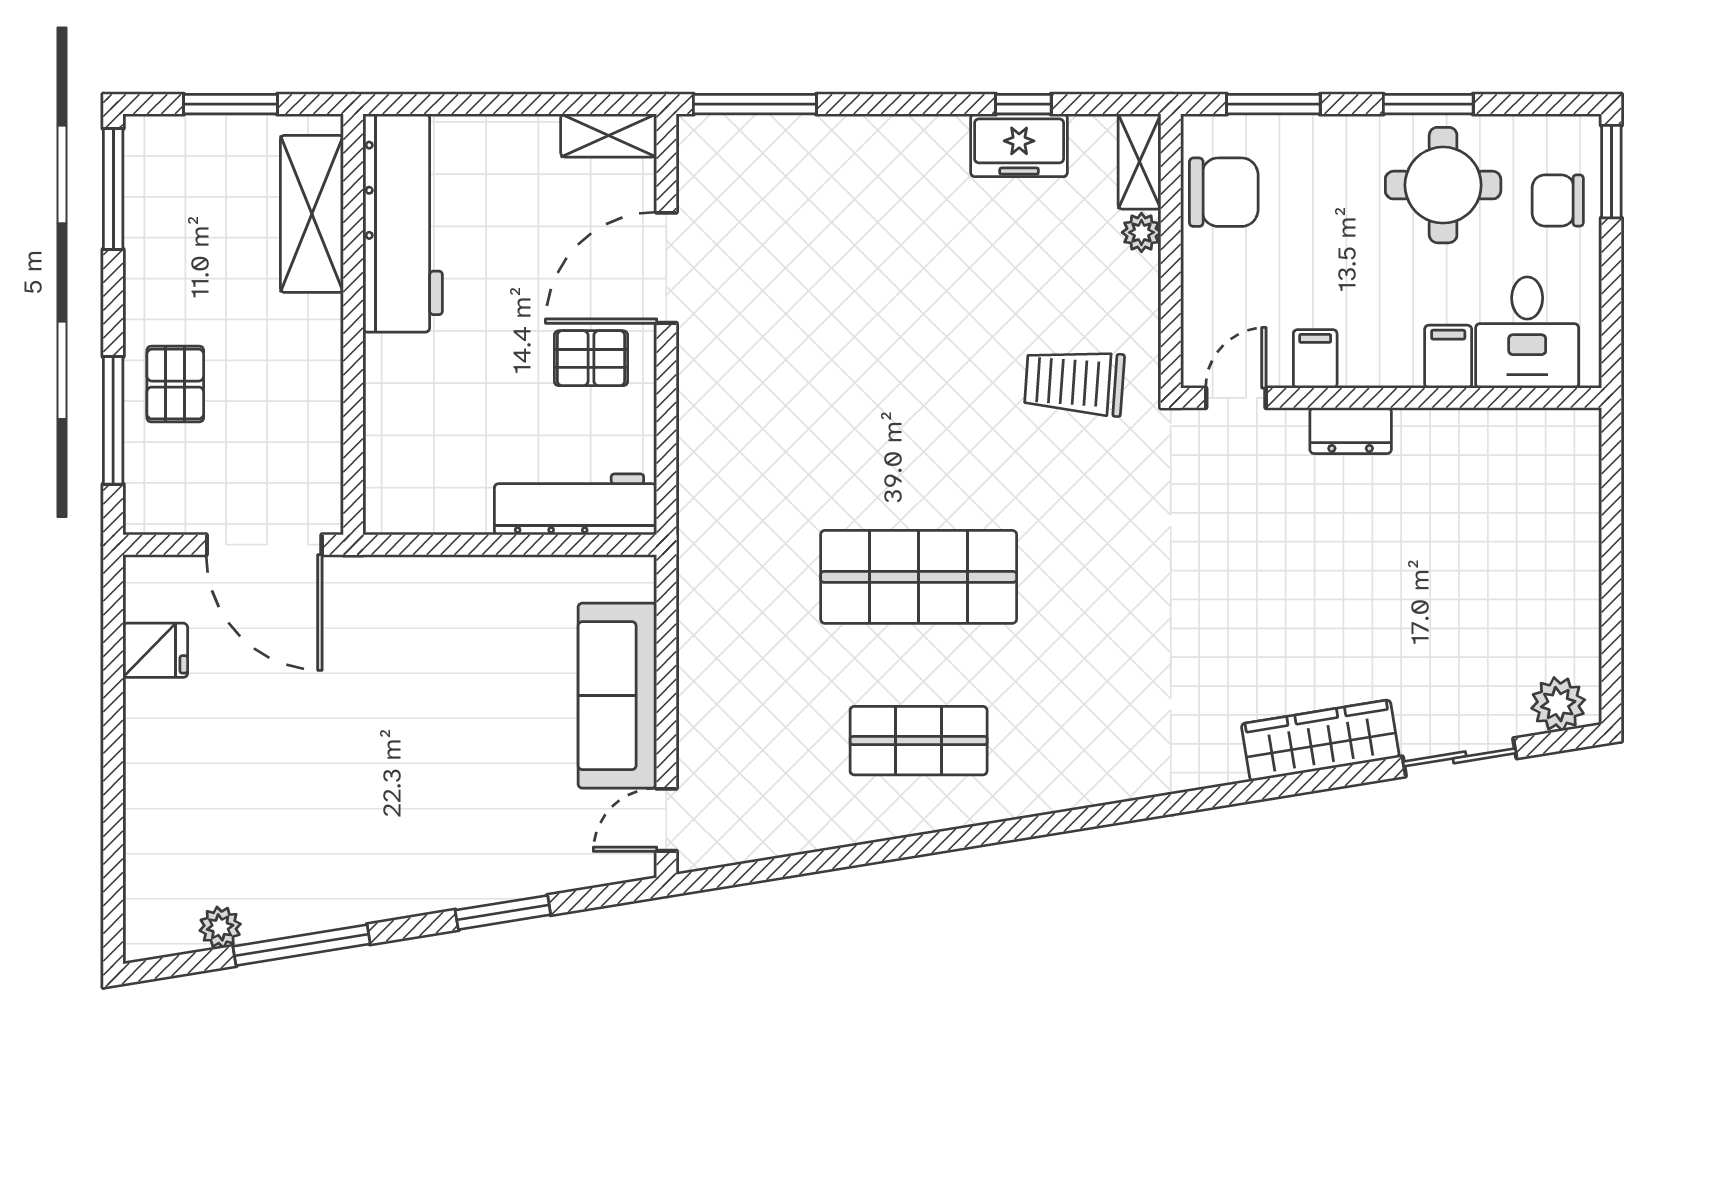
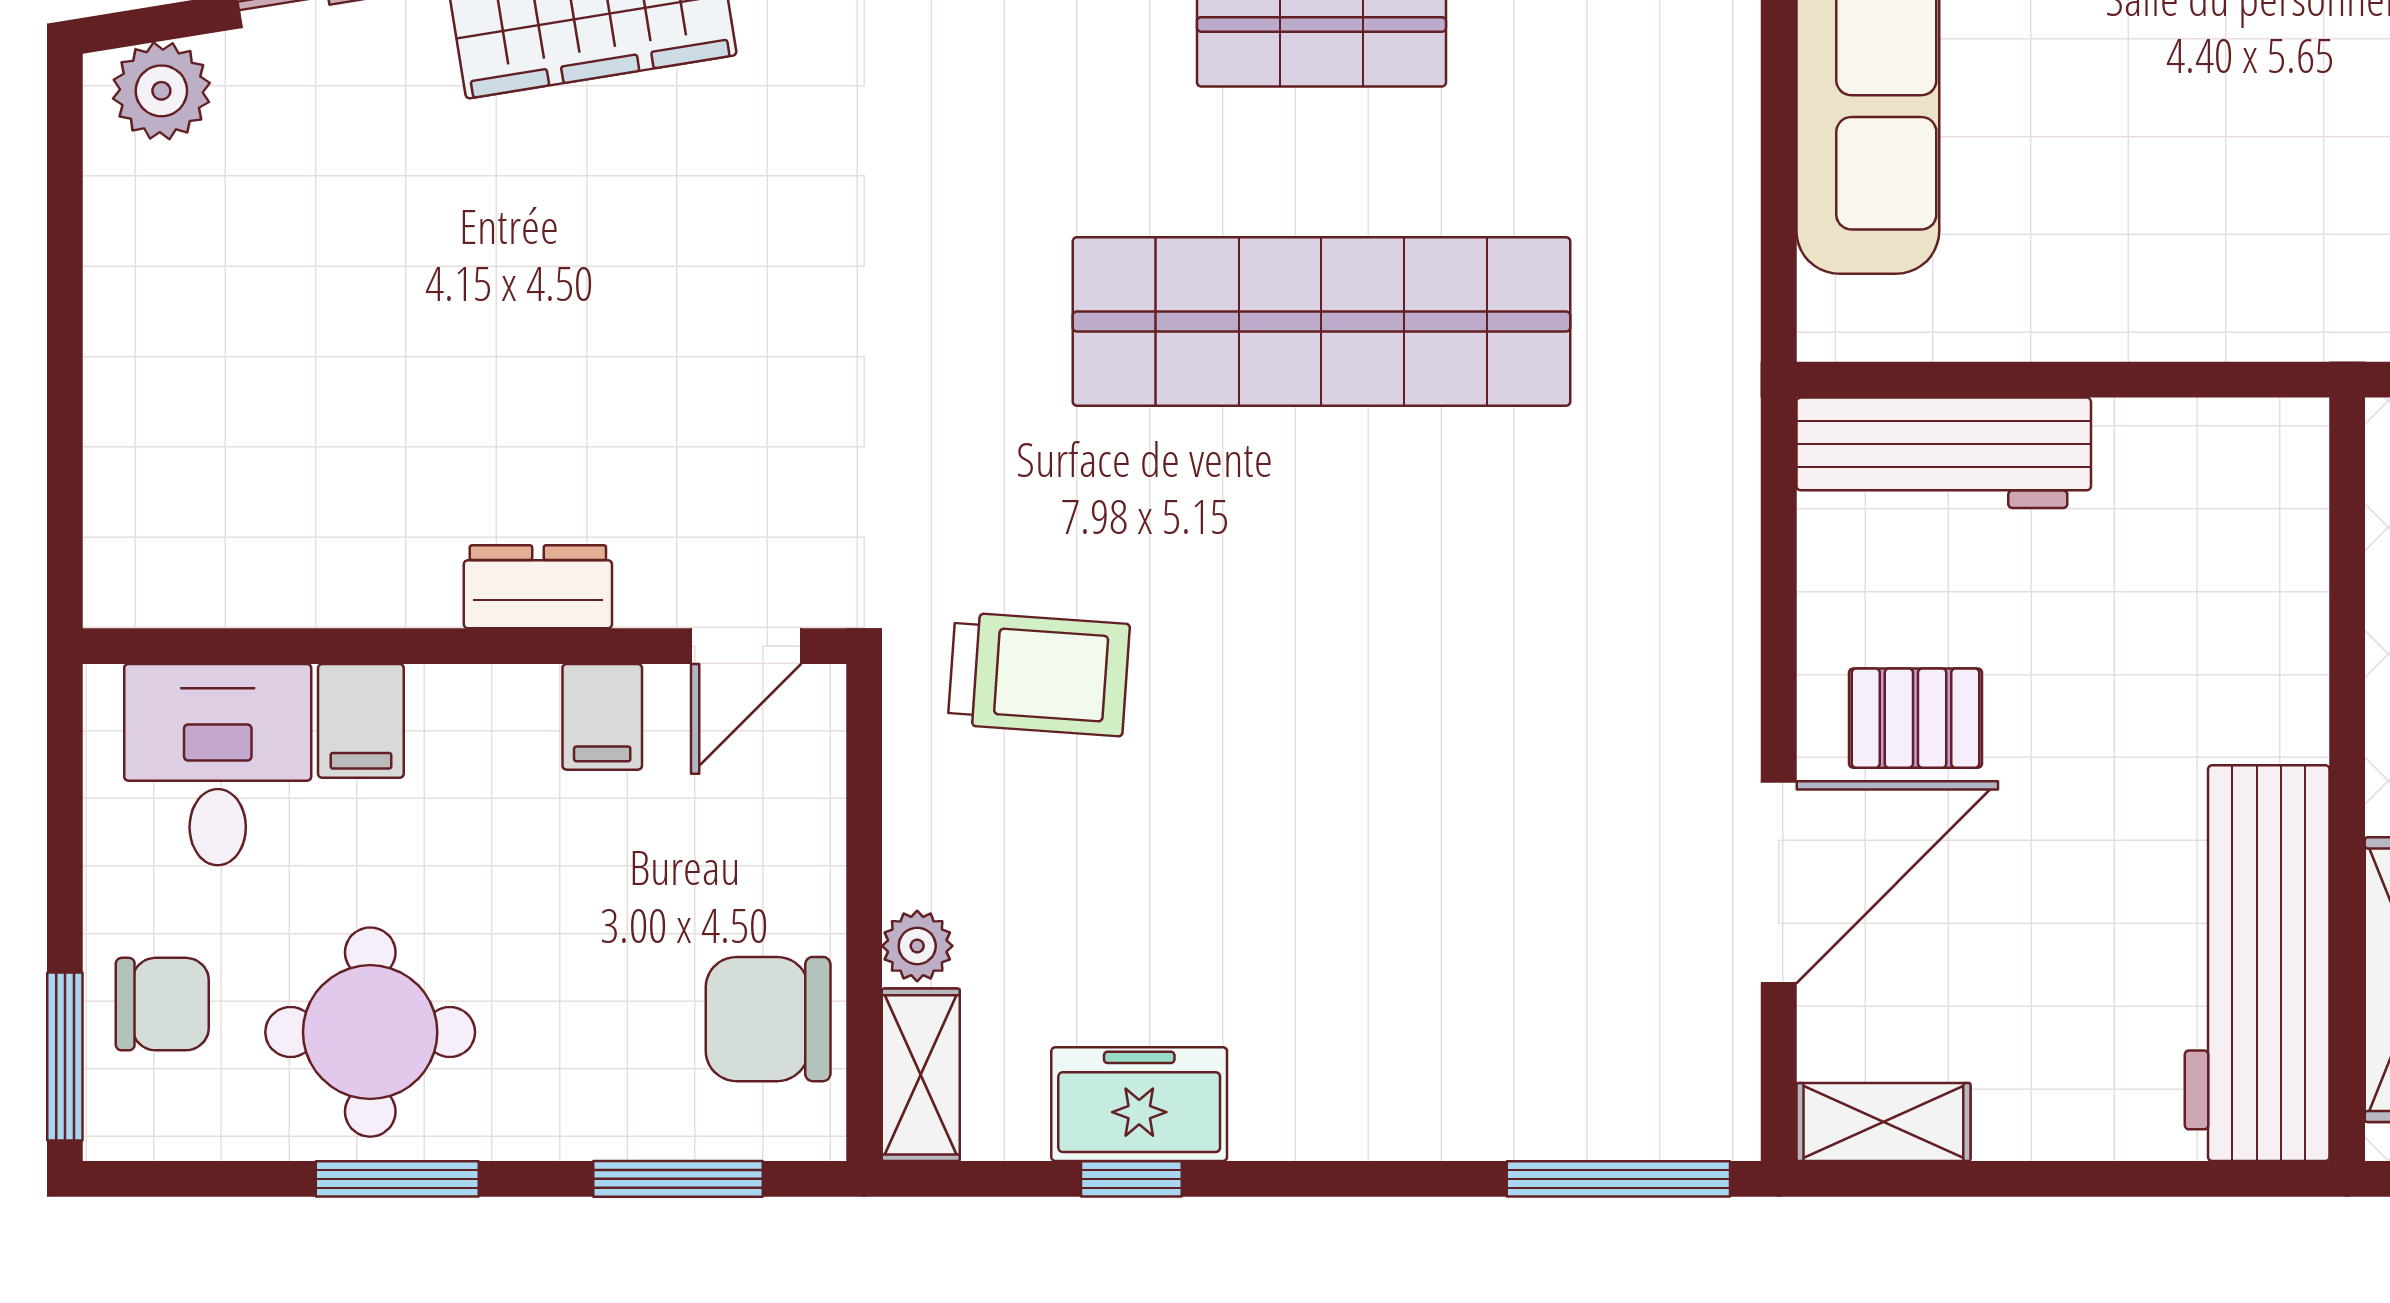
shop shelf: (919, 577) -> (1321, 321), width x1.40

